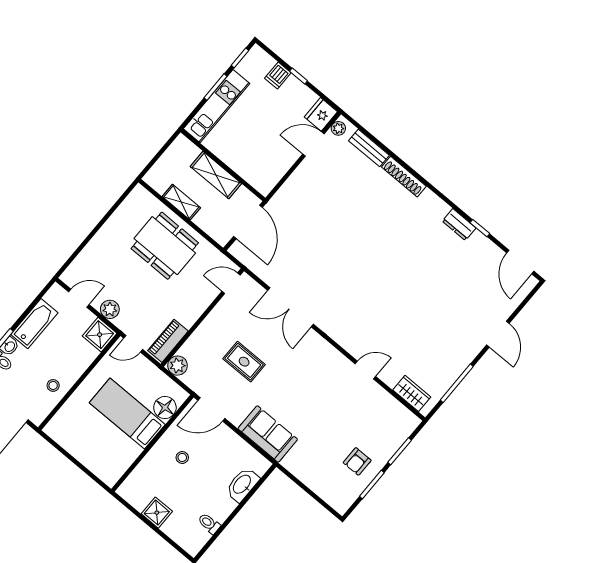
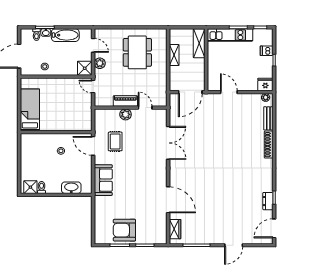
door: (313, 144) -> (229, 92), moved
shelving: (216, 175) -> (199, 43), moved
dresser: (459, 225) -> (268, 201), moved
dining table: (165, 246) -> (137, 52), moved
door: (231, 283) -> (145, 108), moved
double door: (290, 307) -> (168, 143), swing flipped
piano: (168, 341) -> (125, 101), moved
rug: (244, 362) -> (115, 141), moved
plant: (177, 366) -> (126, 114), moved
door: (365, 370) -> (168, 200), width x1.87
floor lamp: (165, 408) -> (77, 124), removed
bed: (127, 414) -> (30, 110), moved
armchair: (357, 461) -> (124, 230), width x1.88, depth x1.88
shower: (157, 513) -> (30, 187), moved

